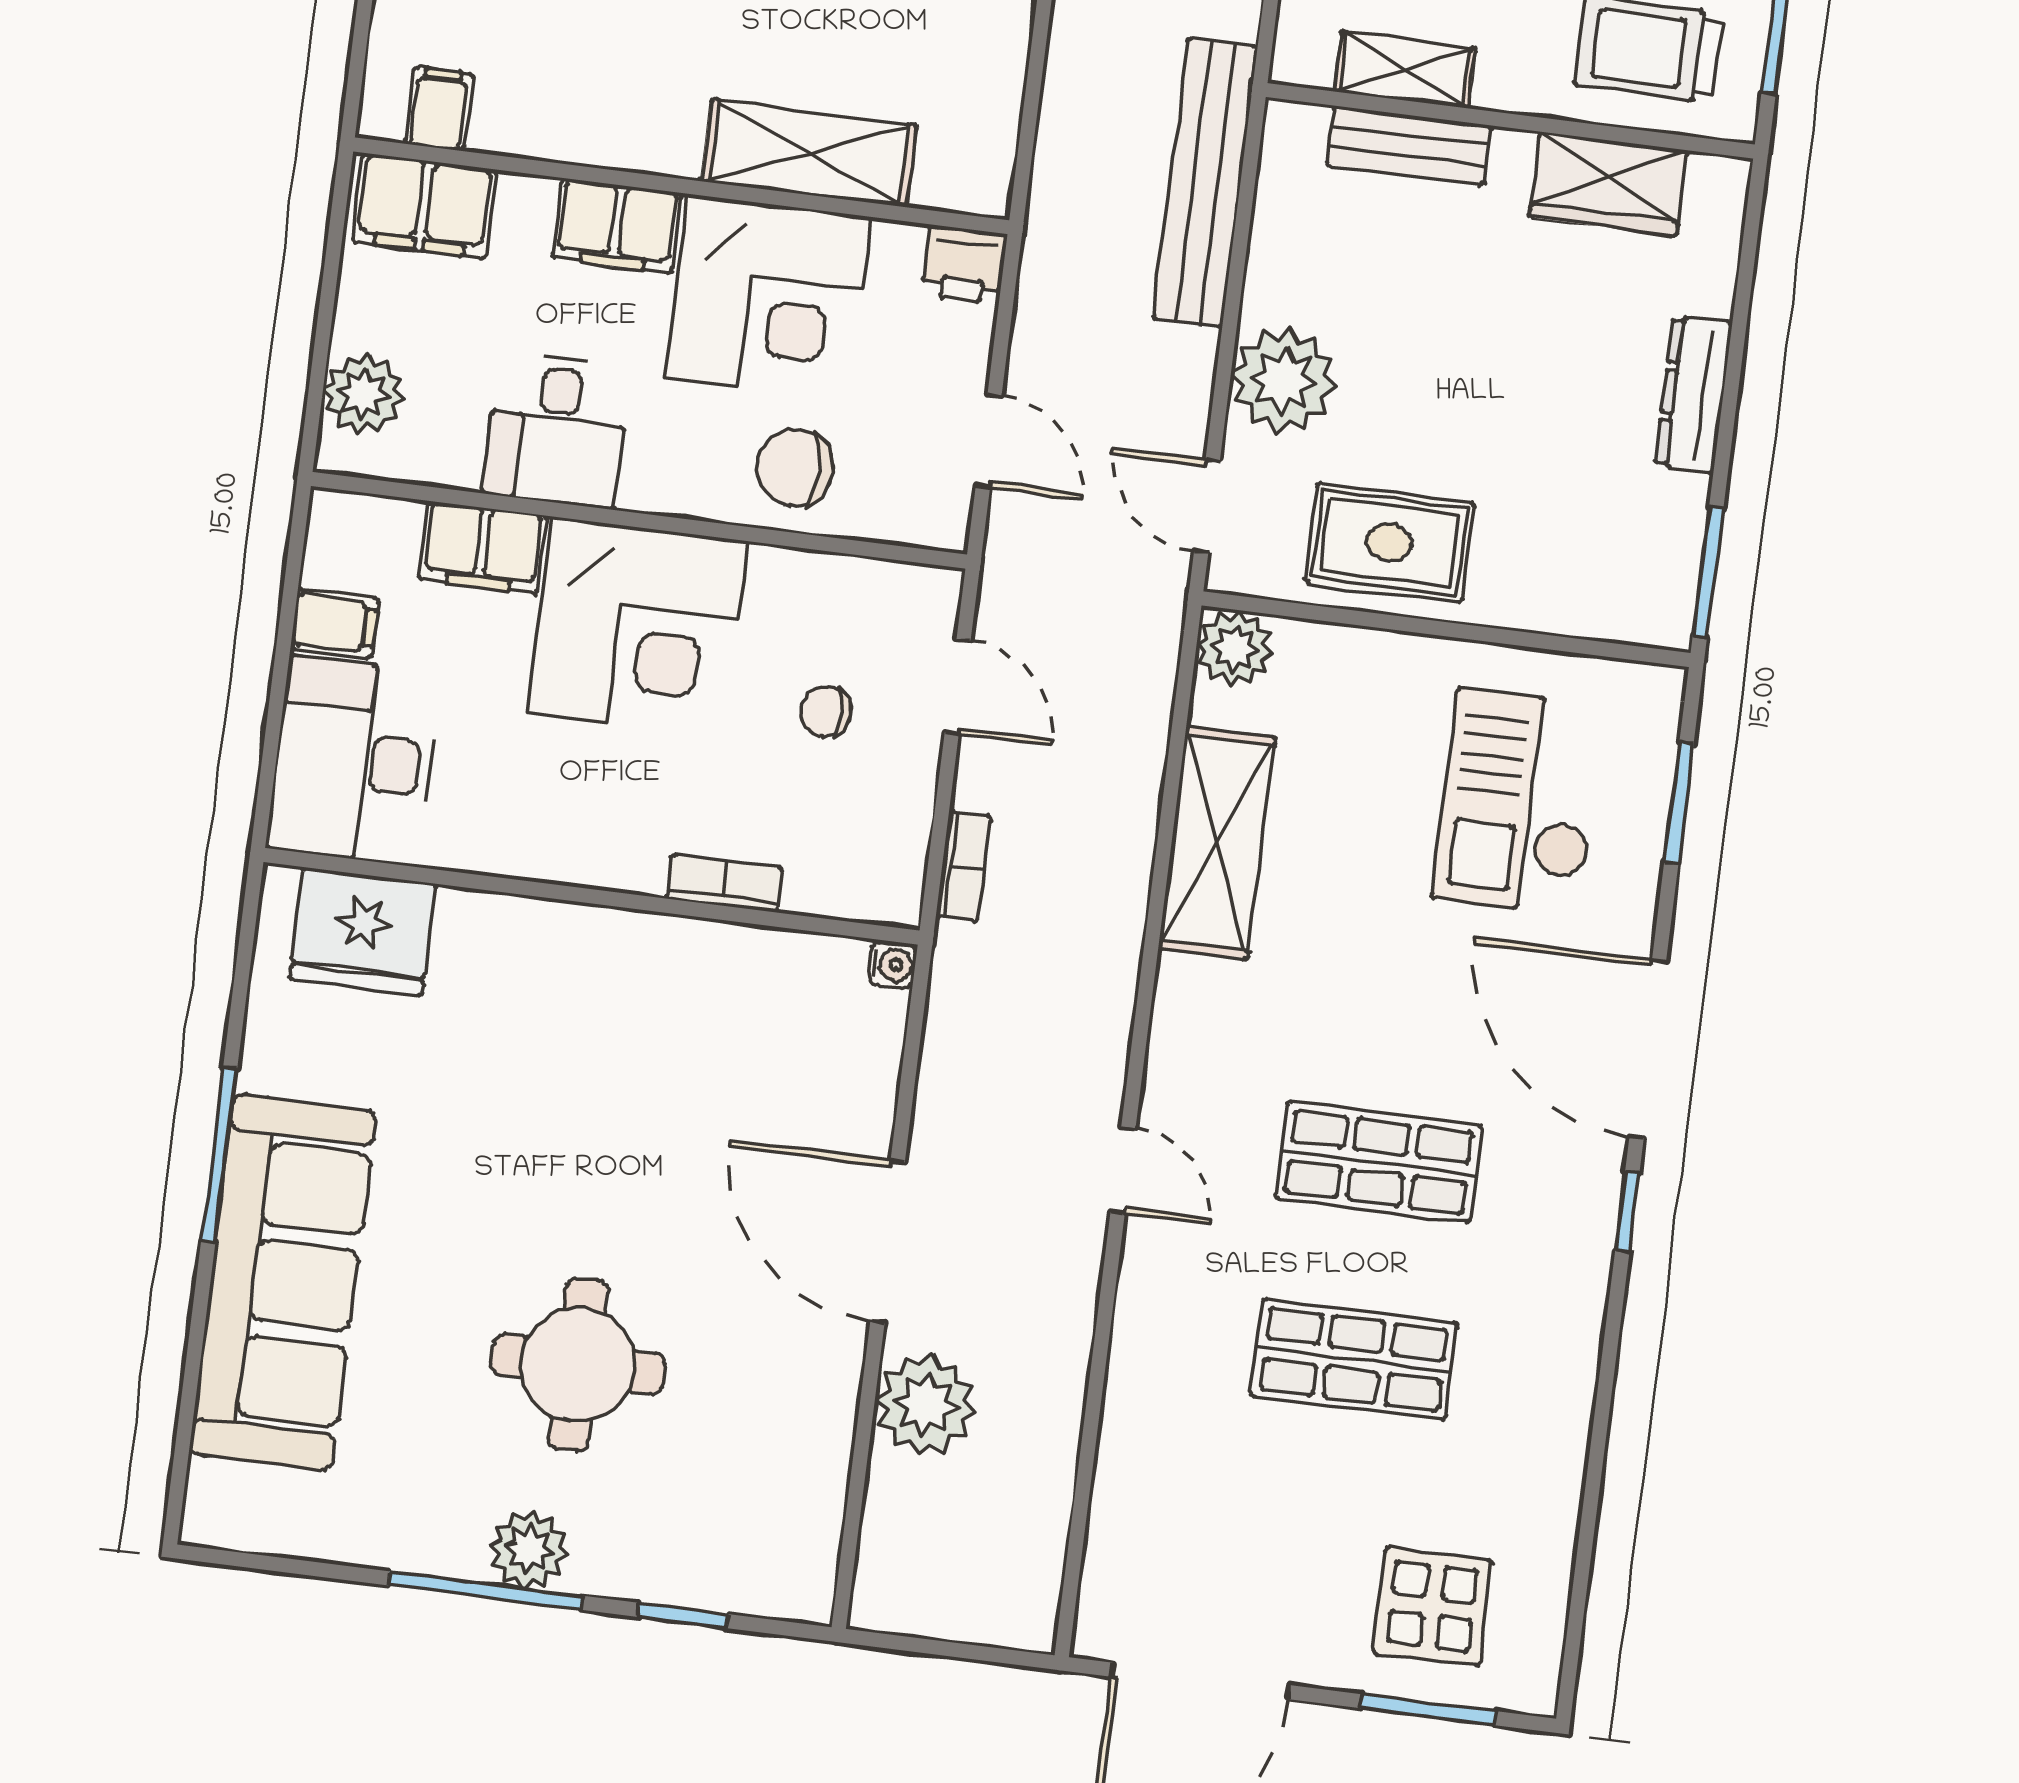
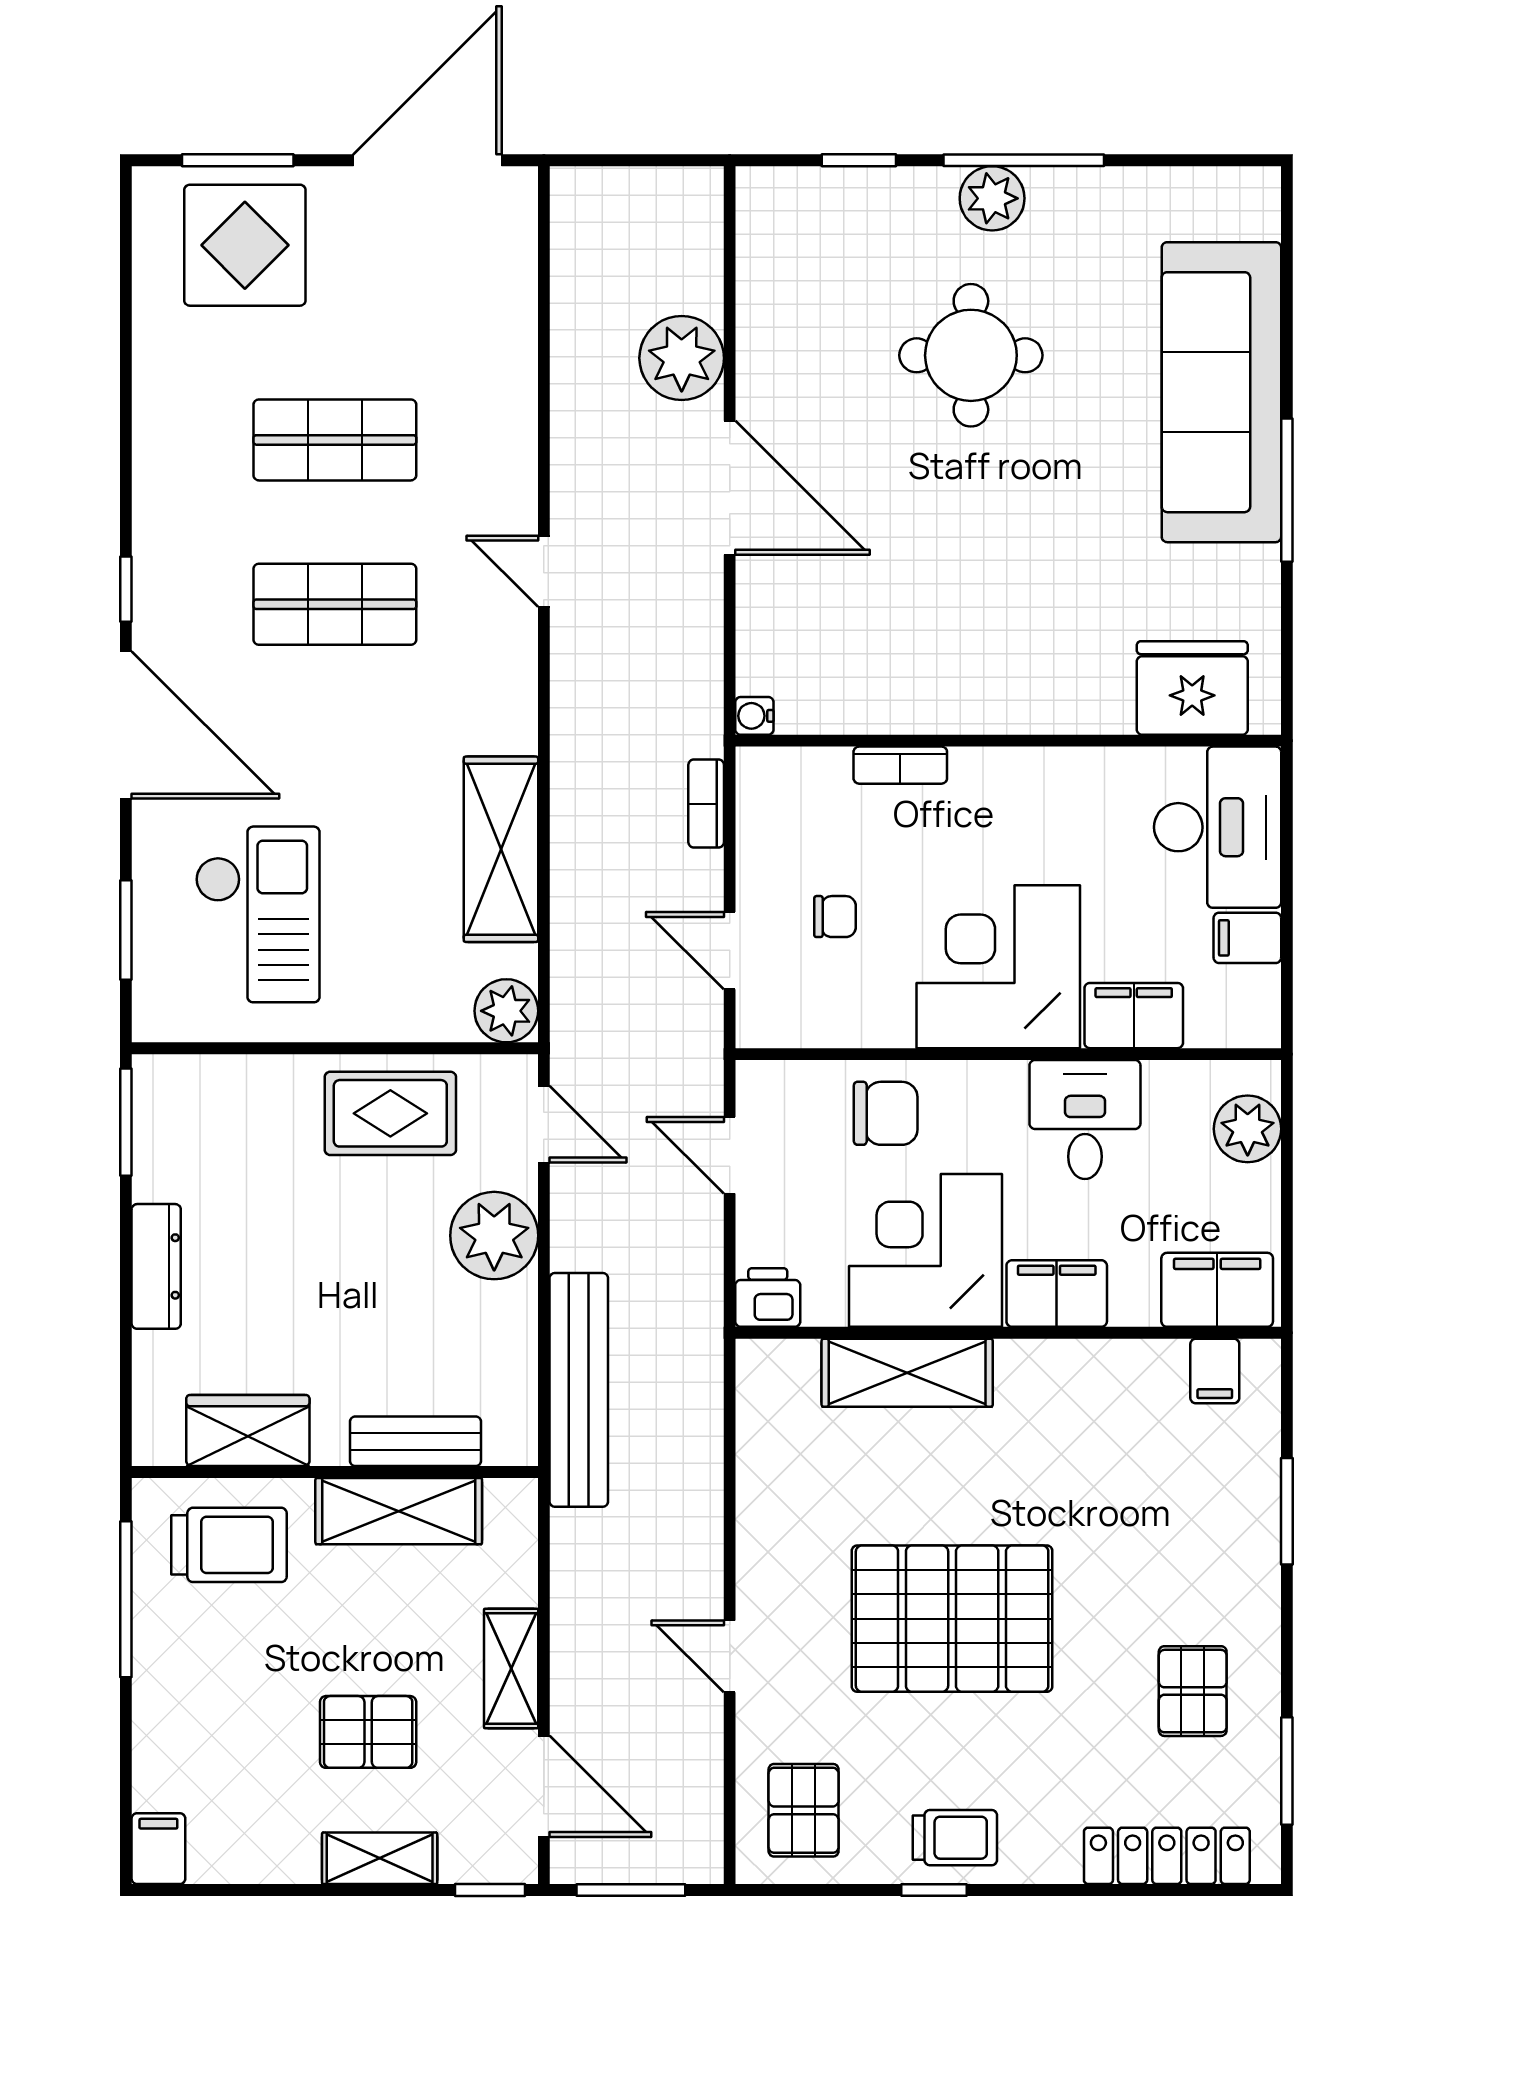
shelving: (1405, 70) -> (399, 1511), width x1.50, depth x1.33
display table: (1432, 1607) -> (245, 245), width x1.36, depth x1.36

